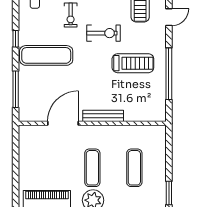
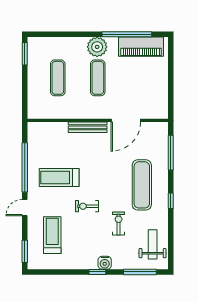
door: (169, 17) -> (25, 208), moved
exercise bike: (104, 33) -> (87, 206), width x0.73, depth x0.72
exercise mat: (46, 55) -> (142, 185), turned 90

